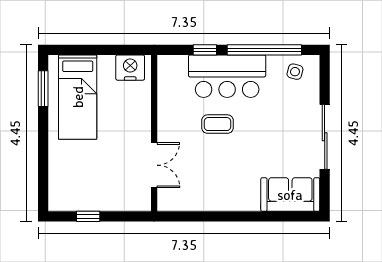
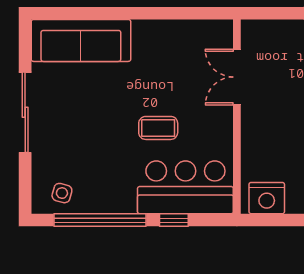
bar counter: (227, 76) -> (185, 187), moved
sofa: (290, 195) -> (81, 40), width x1.36

